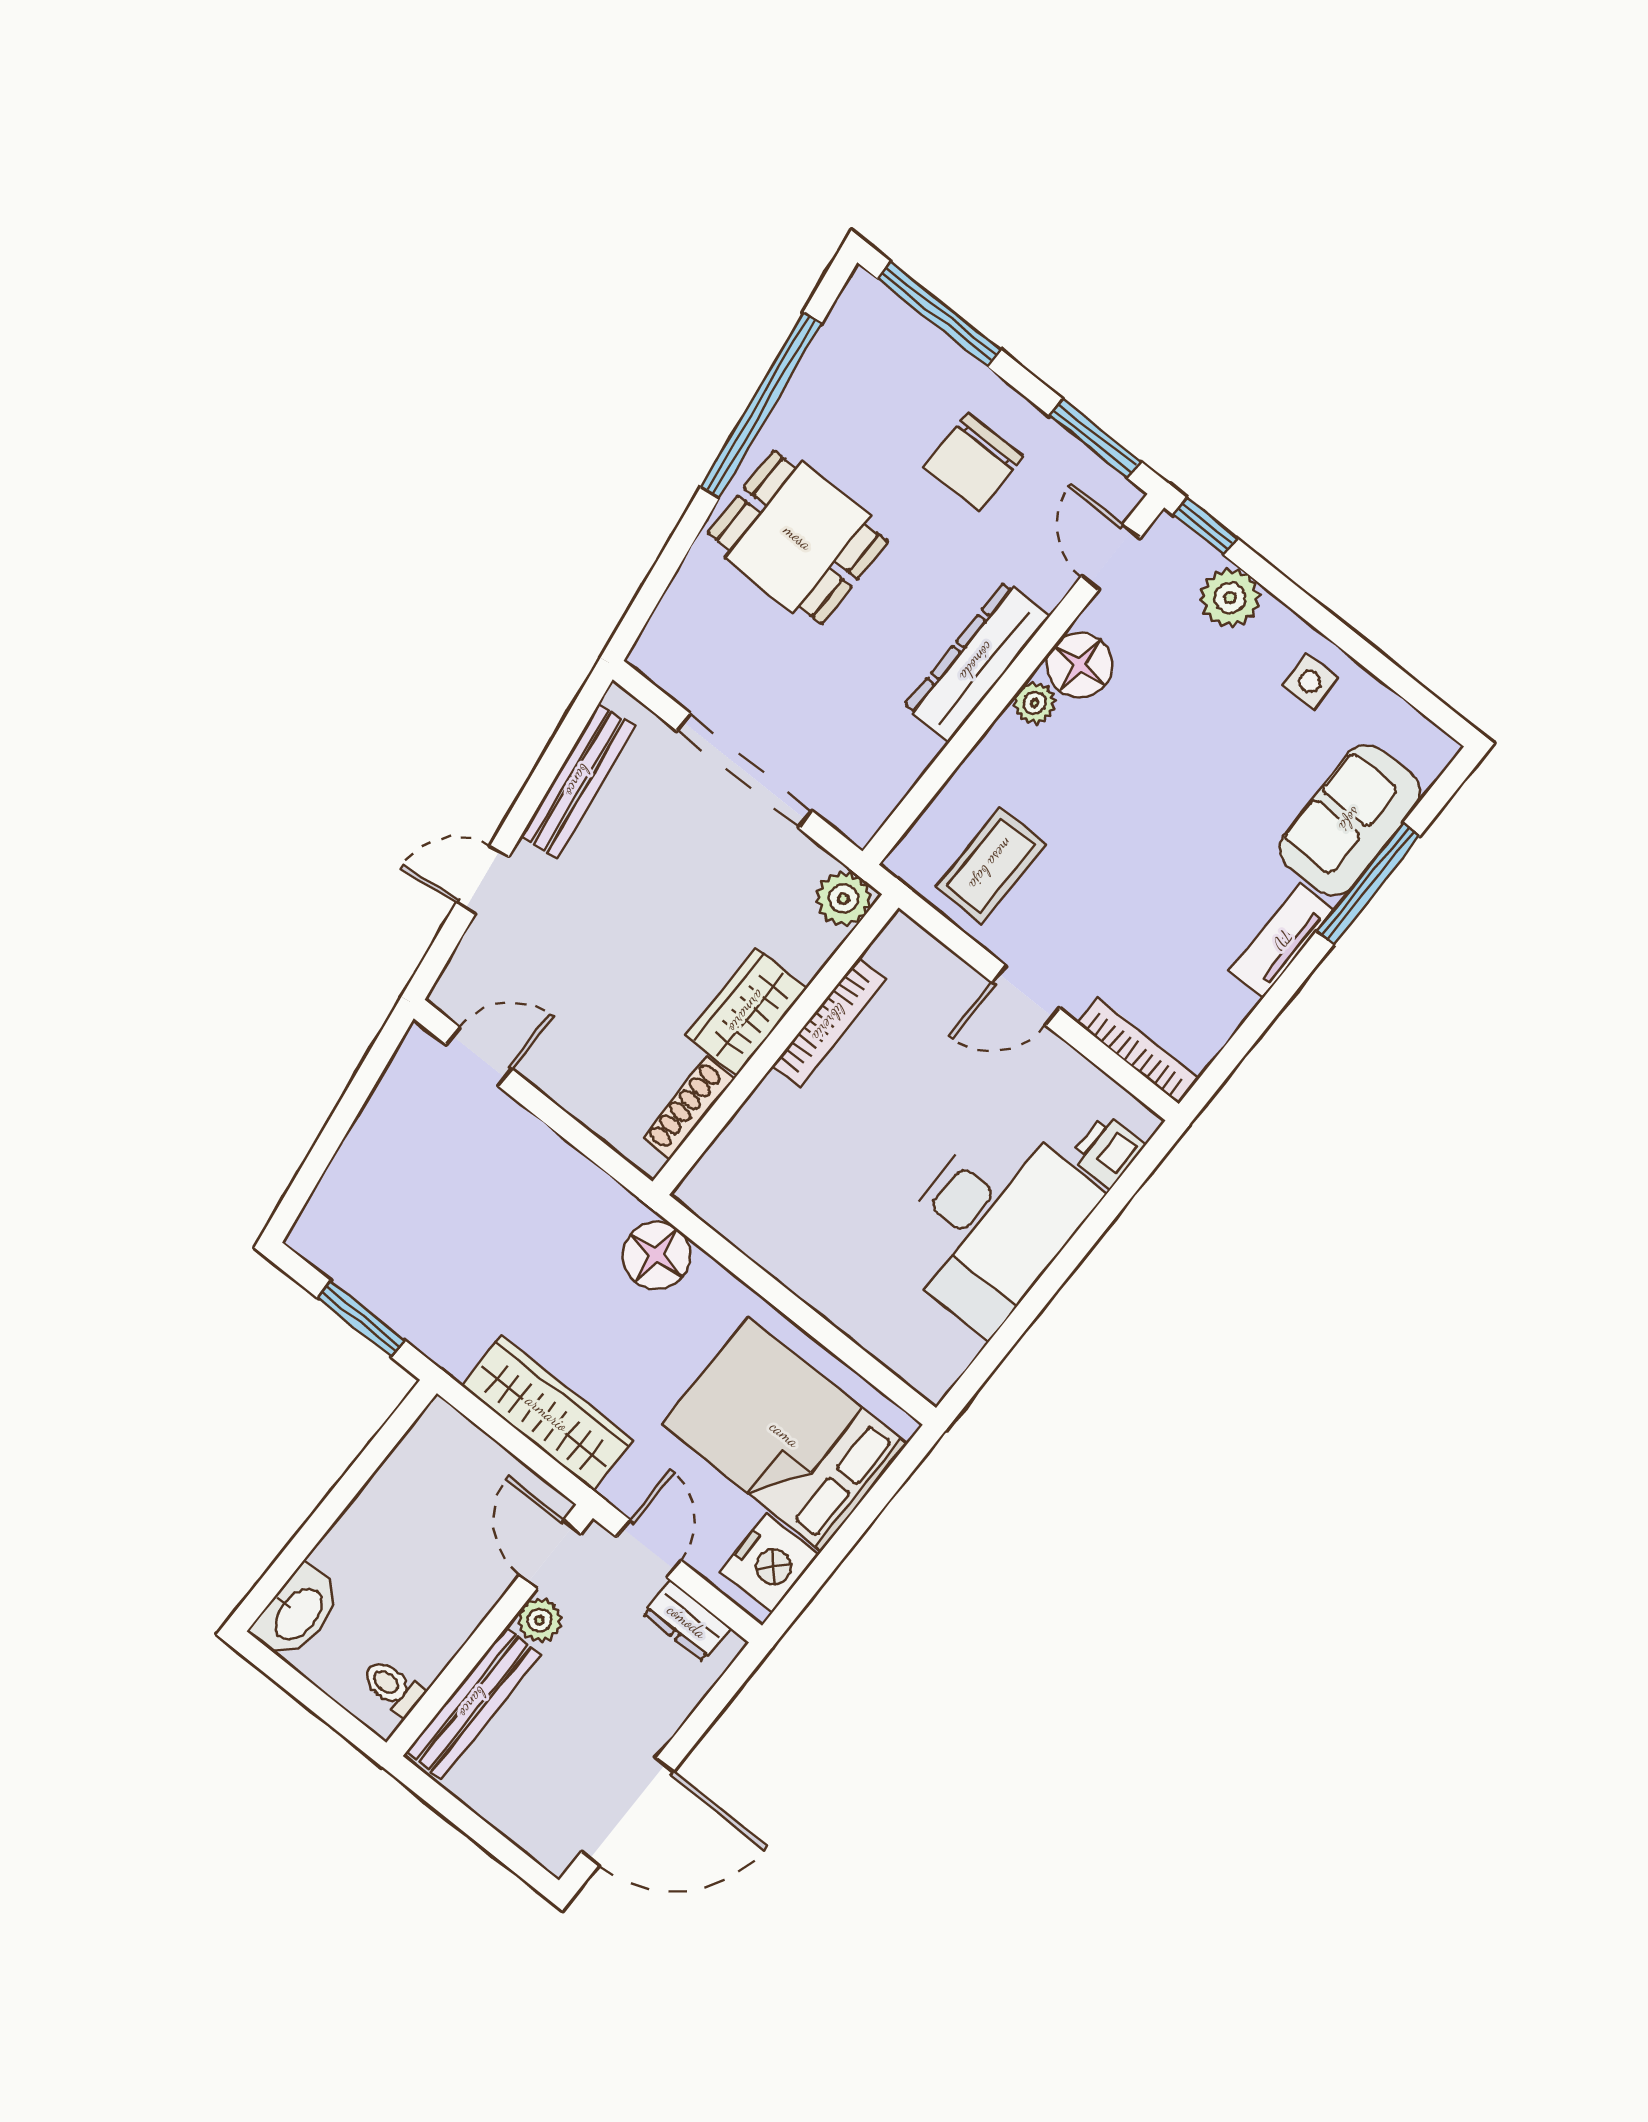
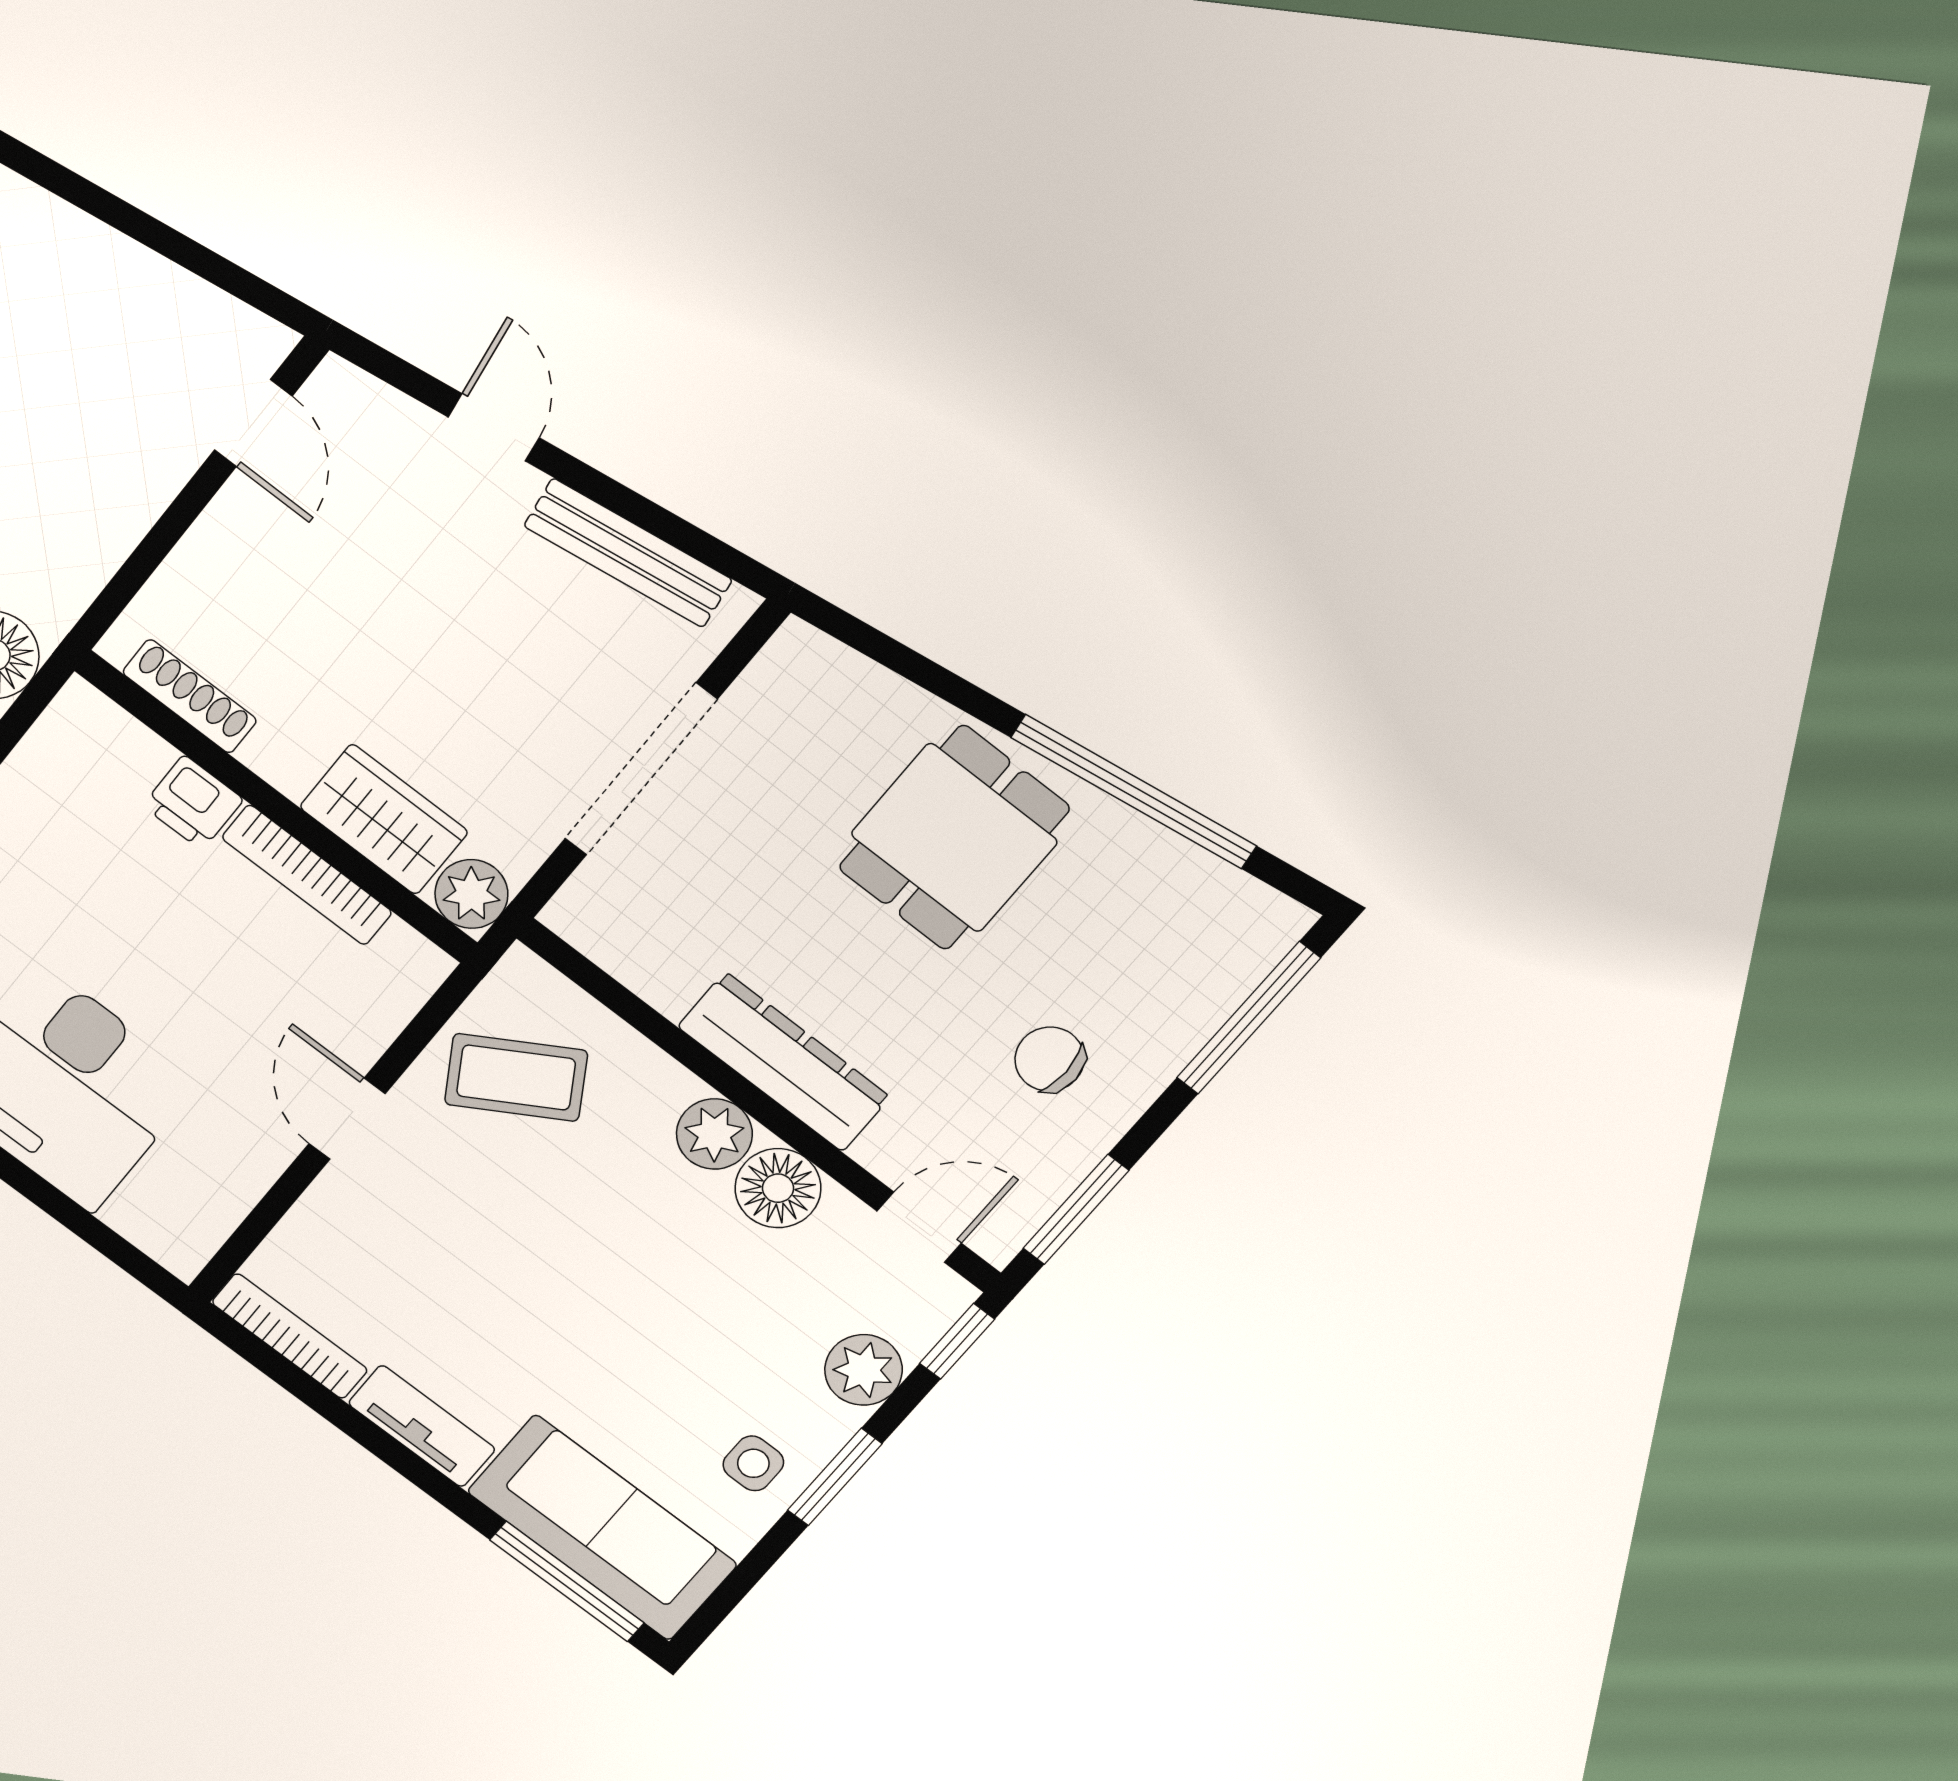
chair: (973, 462) -> (1050, 1059), width x0.73, depth x0.73
window: (1321, 619) -> (835, 1477), added
plant: (1035, 703) -> (714, 1134), width x1.38, depth x1.38
sofa: (1350, 820) -> (602, 1528), width x1.36
coffee table: (991, 865) -> (516, 1077), turned -31
window: (1368, 883) -> (567, 1582), moved
wardrobe: (747, 1012) -> (384, 819), moved
bookcase: (1138, 1050) -> (290, 1336), moved, turned -90
printer: (1107, 1151) -> (193, 803), moved, turned 180

